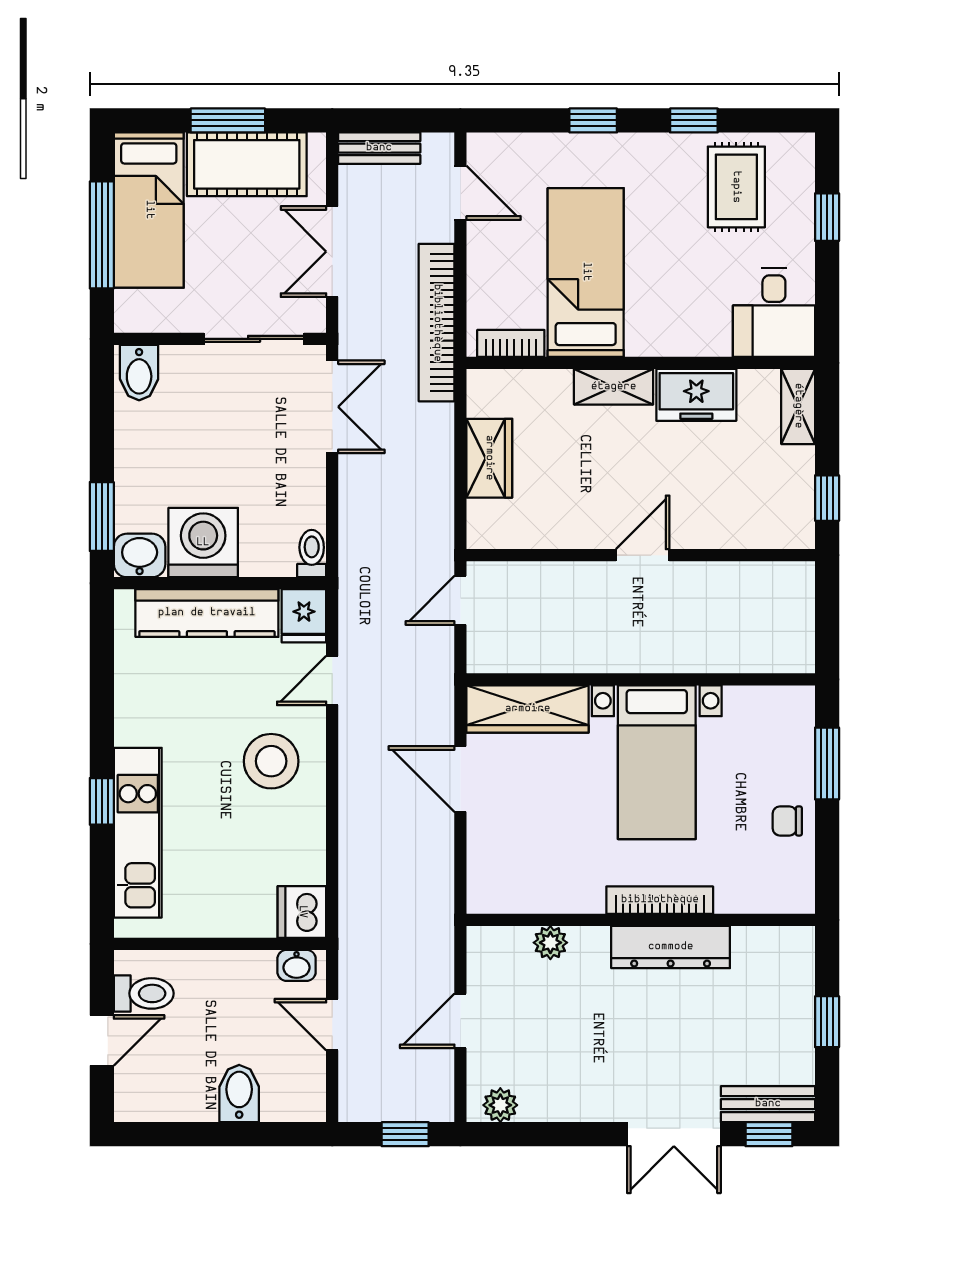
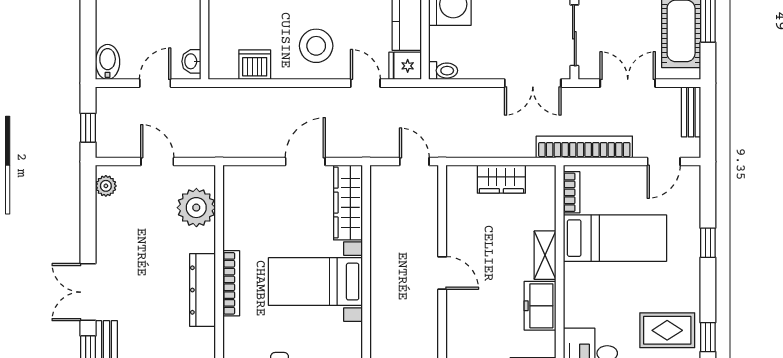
window: (694, 120) -> (708, 337), moved
dishwasher: (302, 912) -> (255, 65), moved
plant: (550, 943) -> (196, 208), width x1.88, depth x1.88
bidet: (239, 1093) -> (108, 62), moved, turned -90

